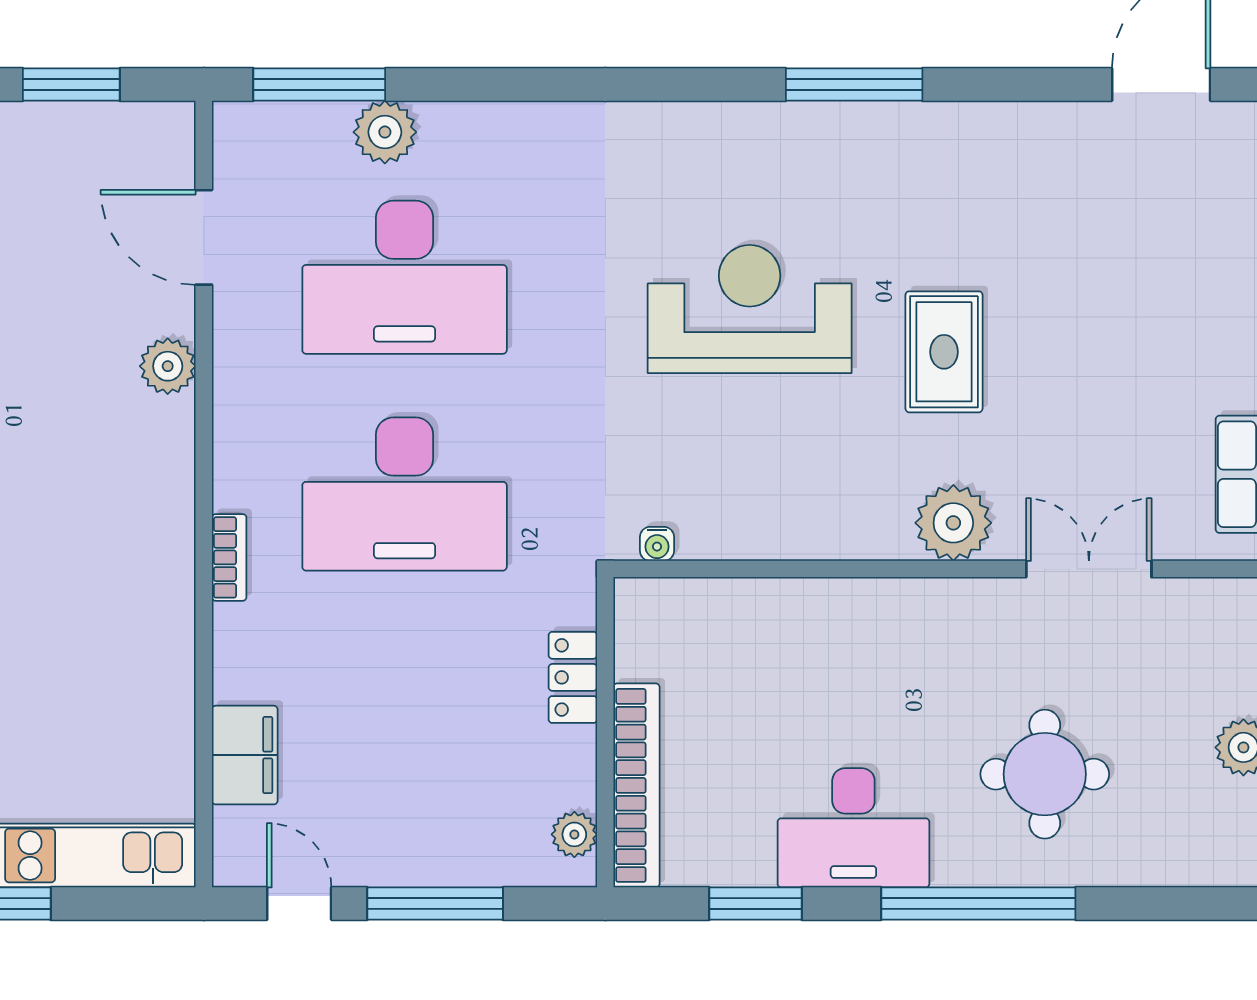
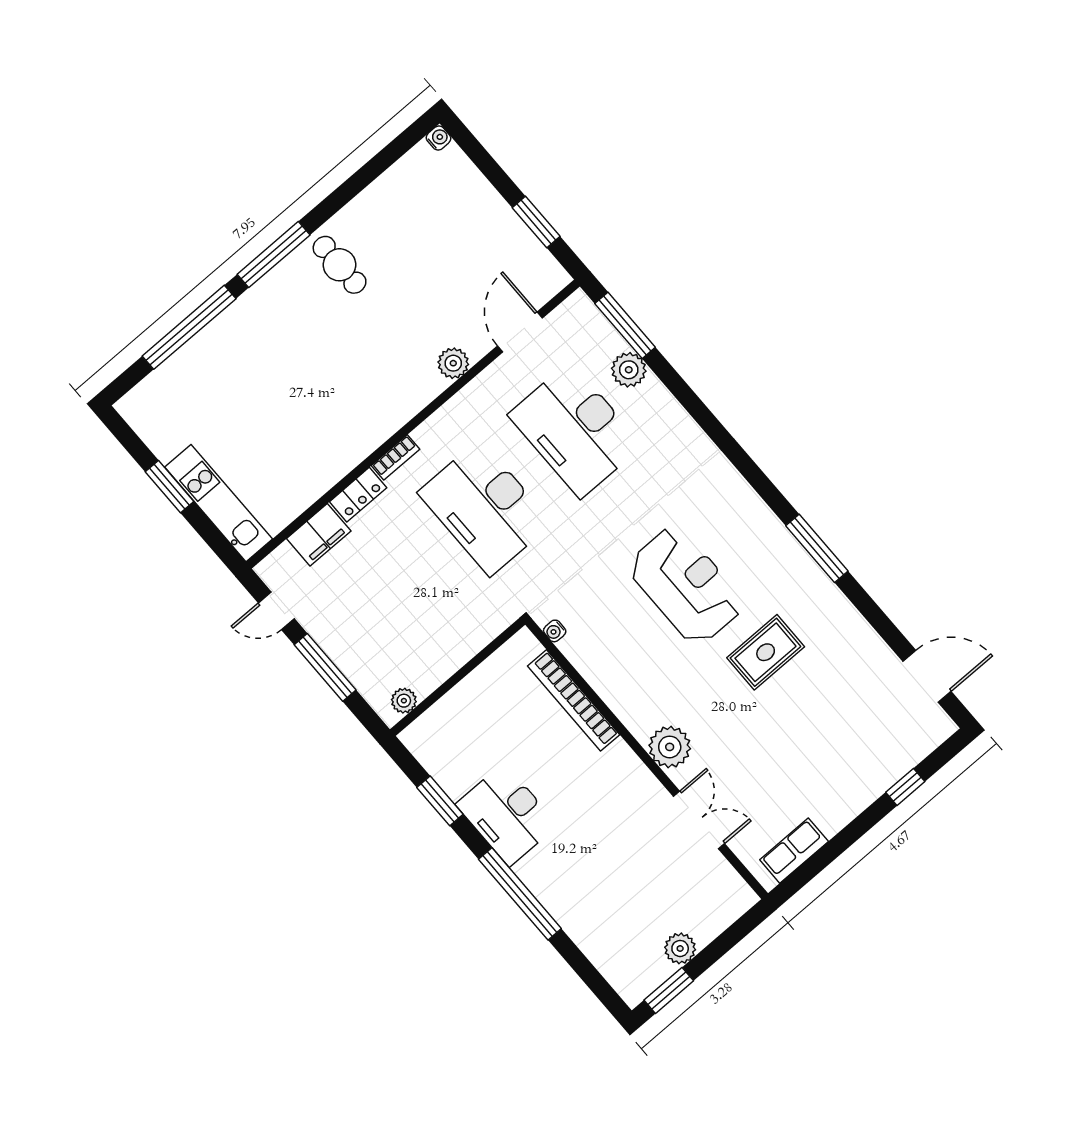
rug: (944, 352) -> (766, 652), moved
locker: (573, 677) -> (358, 495), moved, turned 180
round table: (1045, 774) -> (598, 875), removed
bookcase: (636, 785) -> (574, 700), moved, turned 90
door: (299, 904) -> (276, 611), swing flipped

